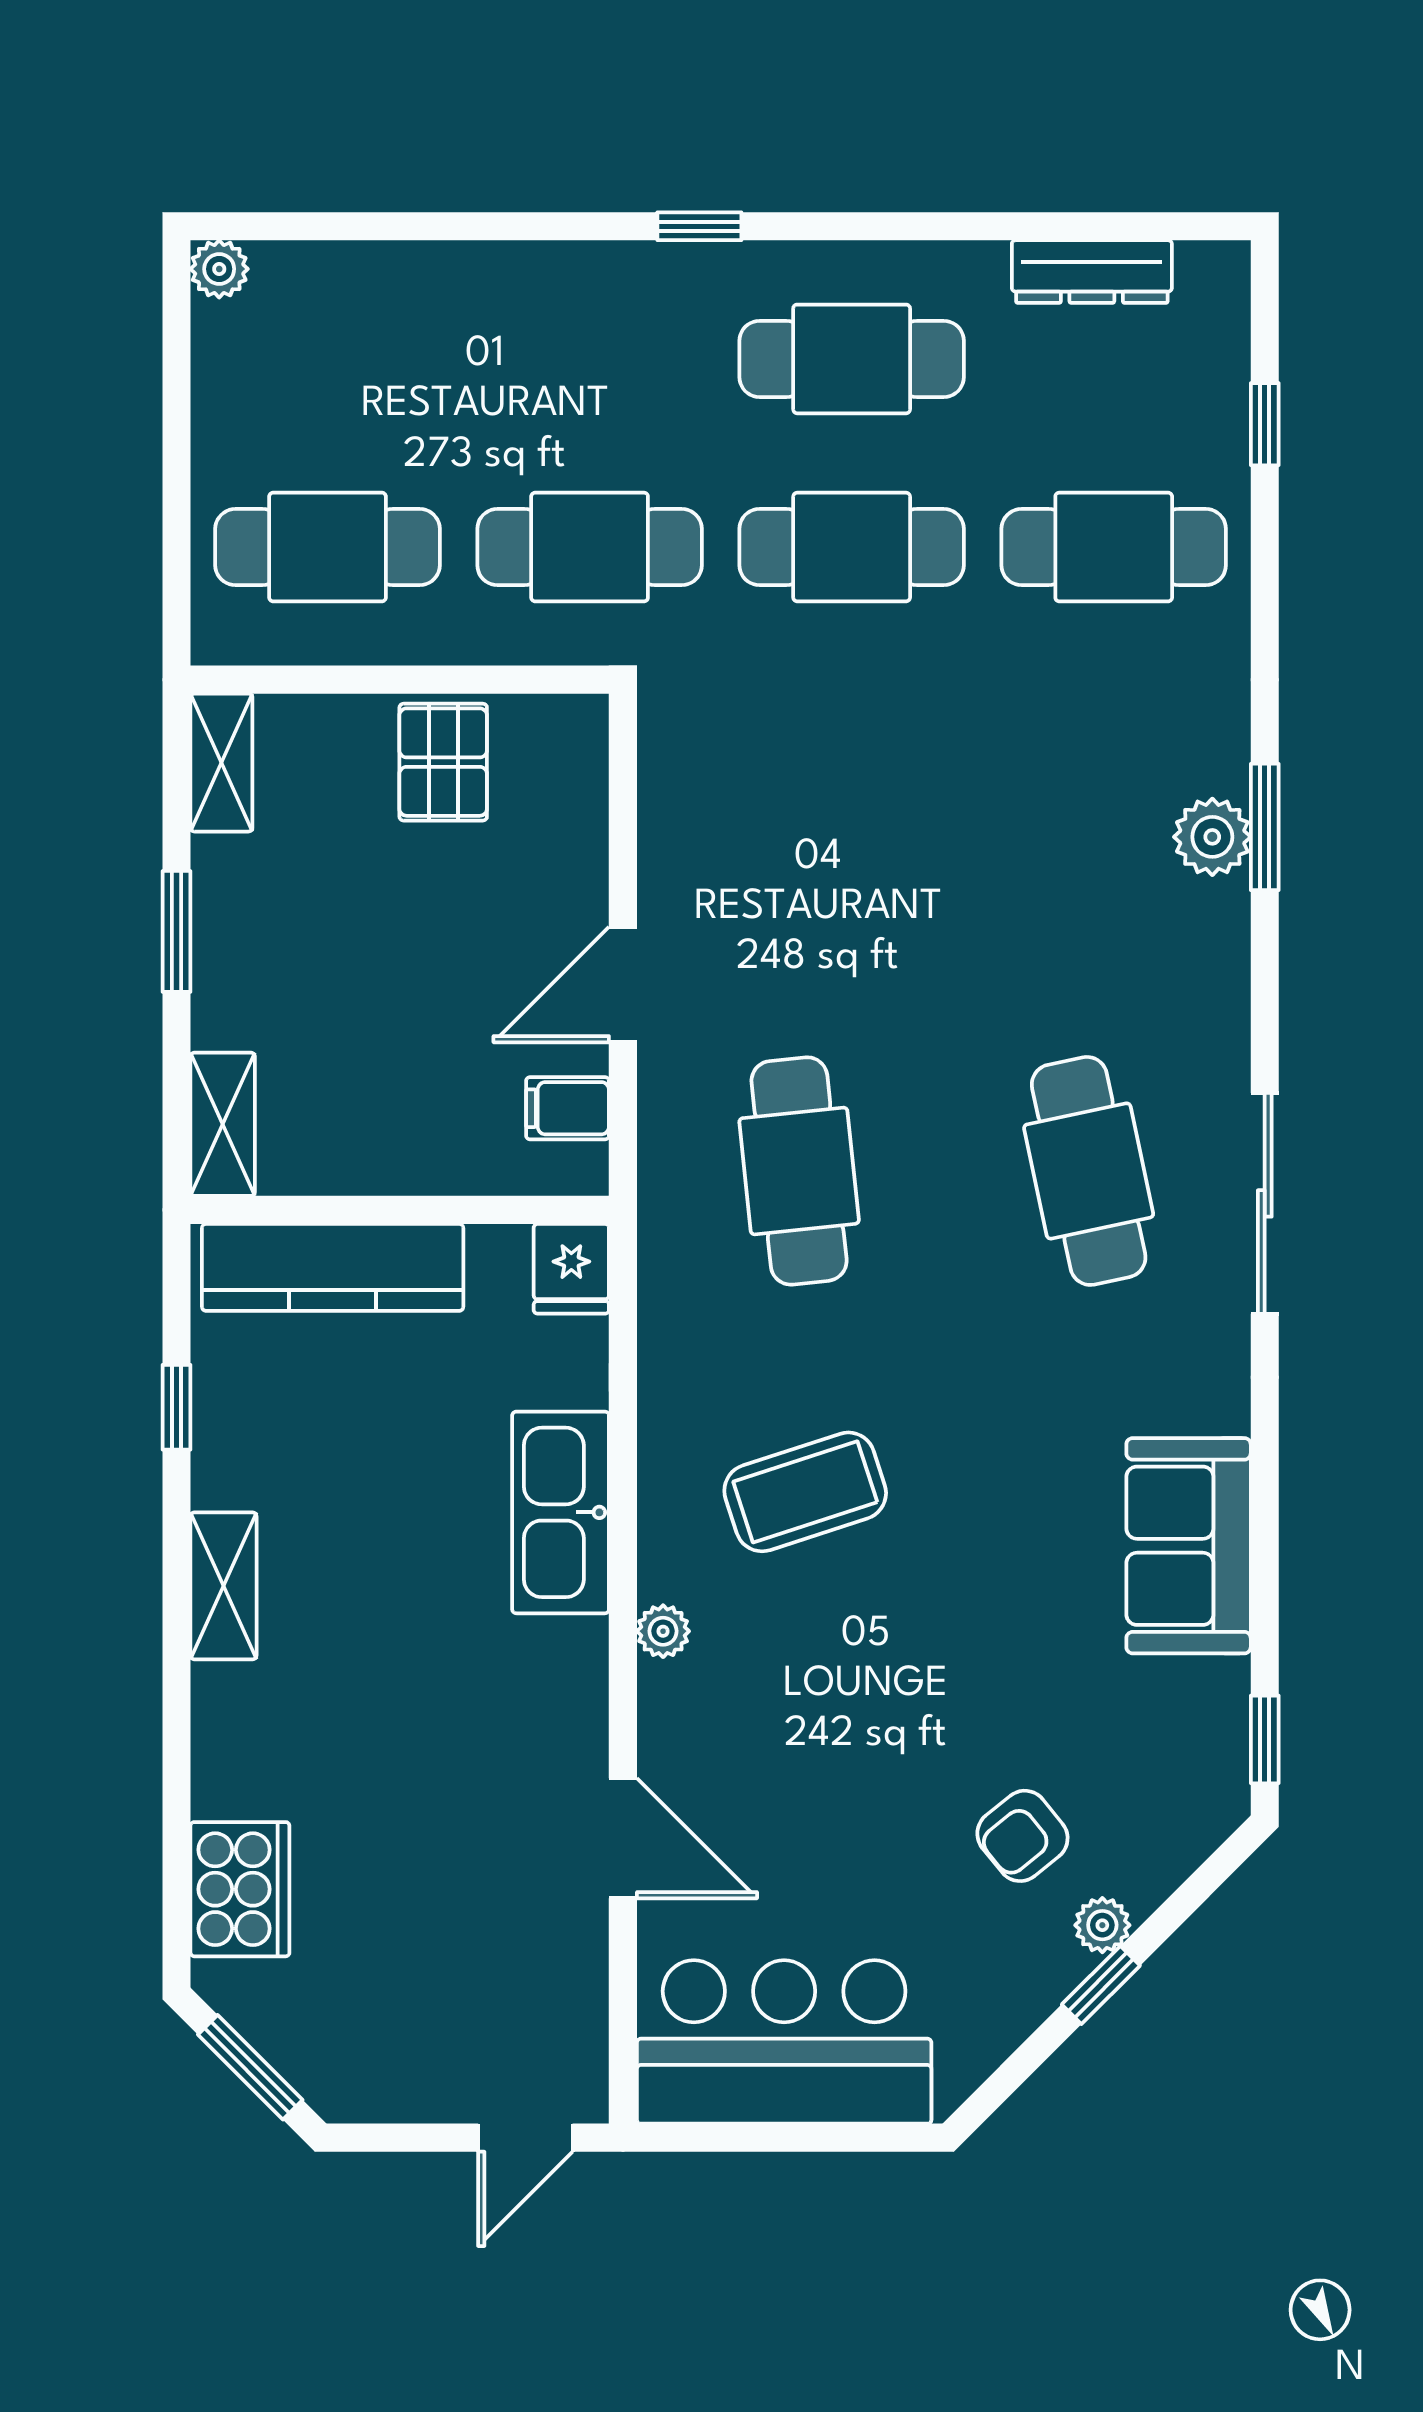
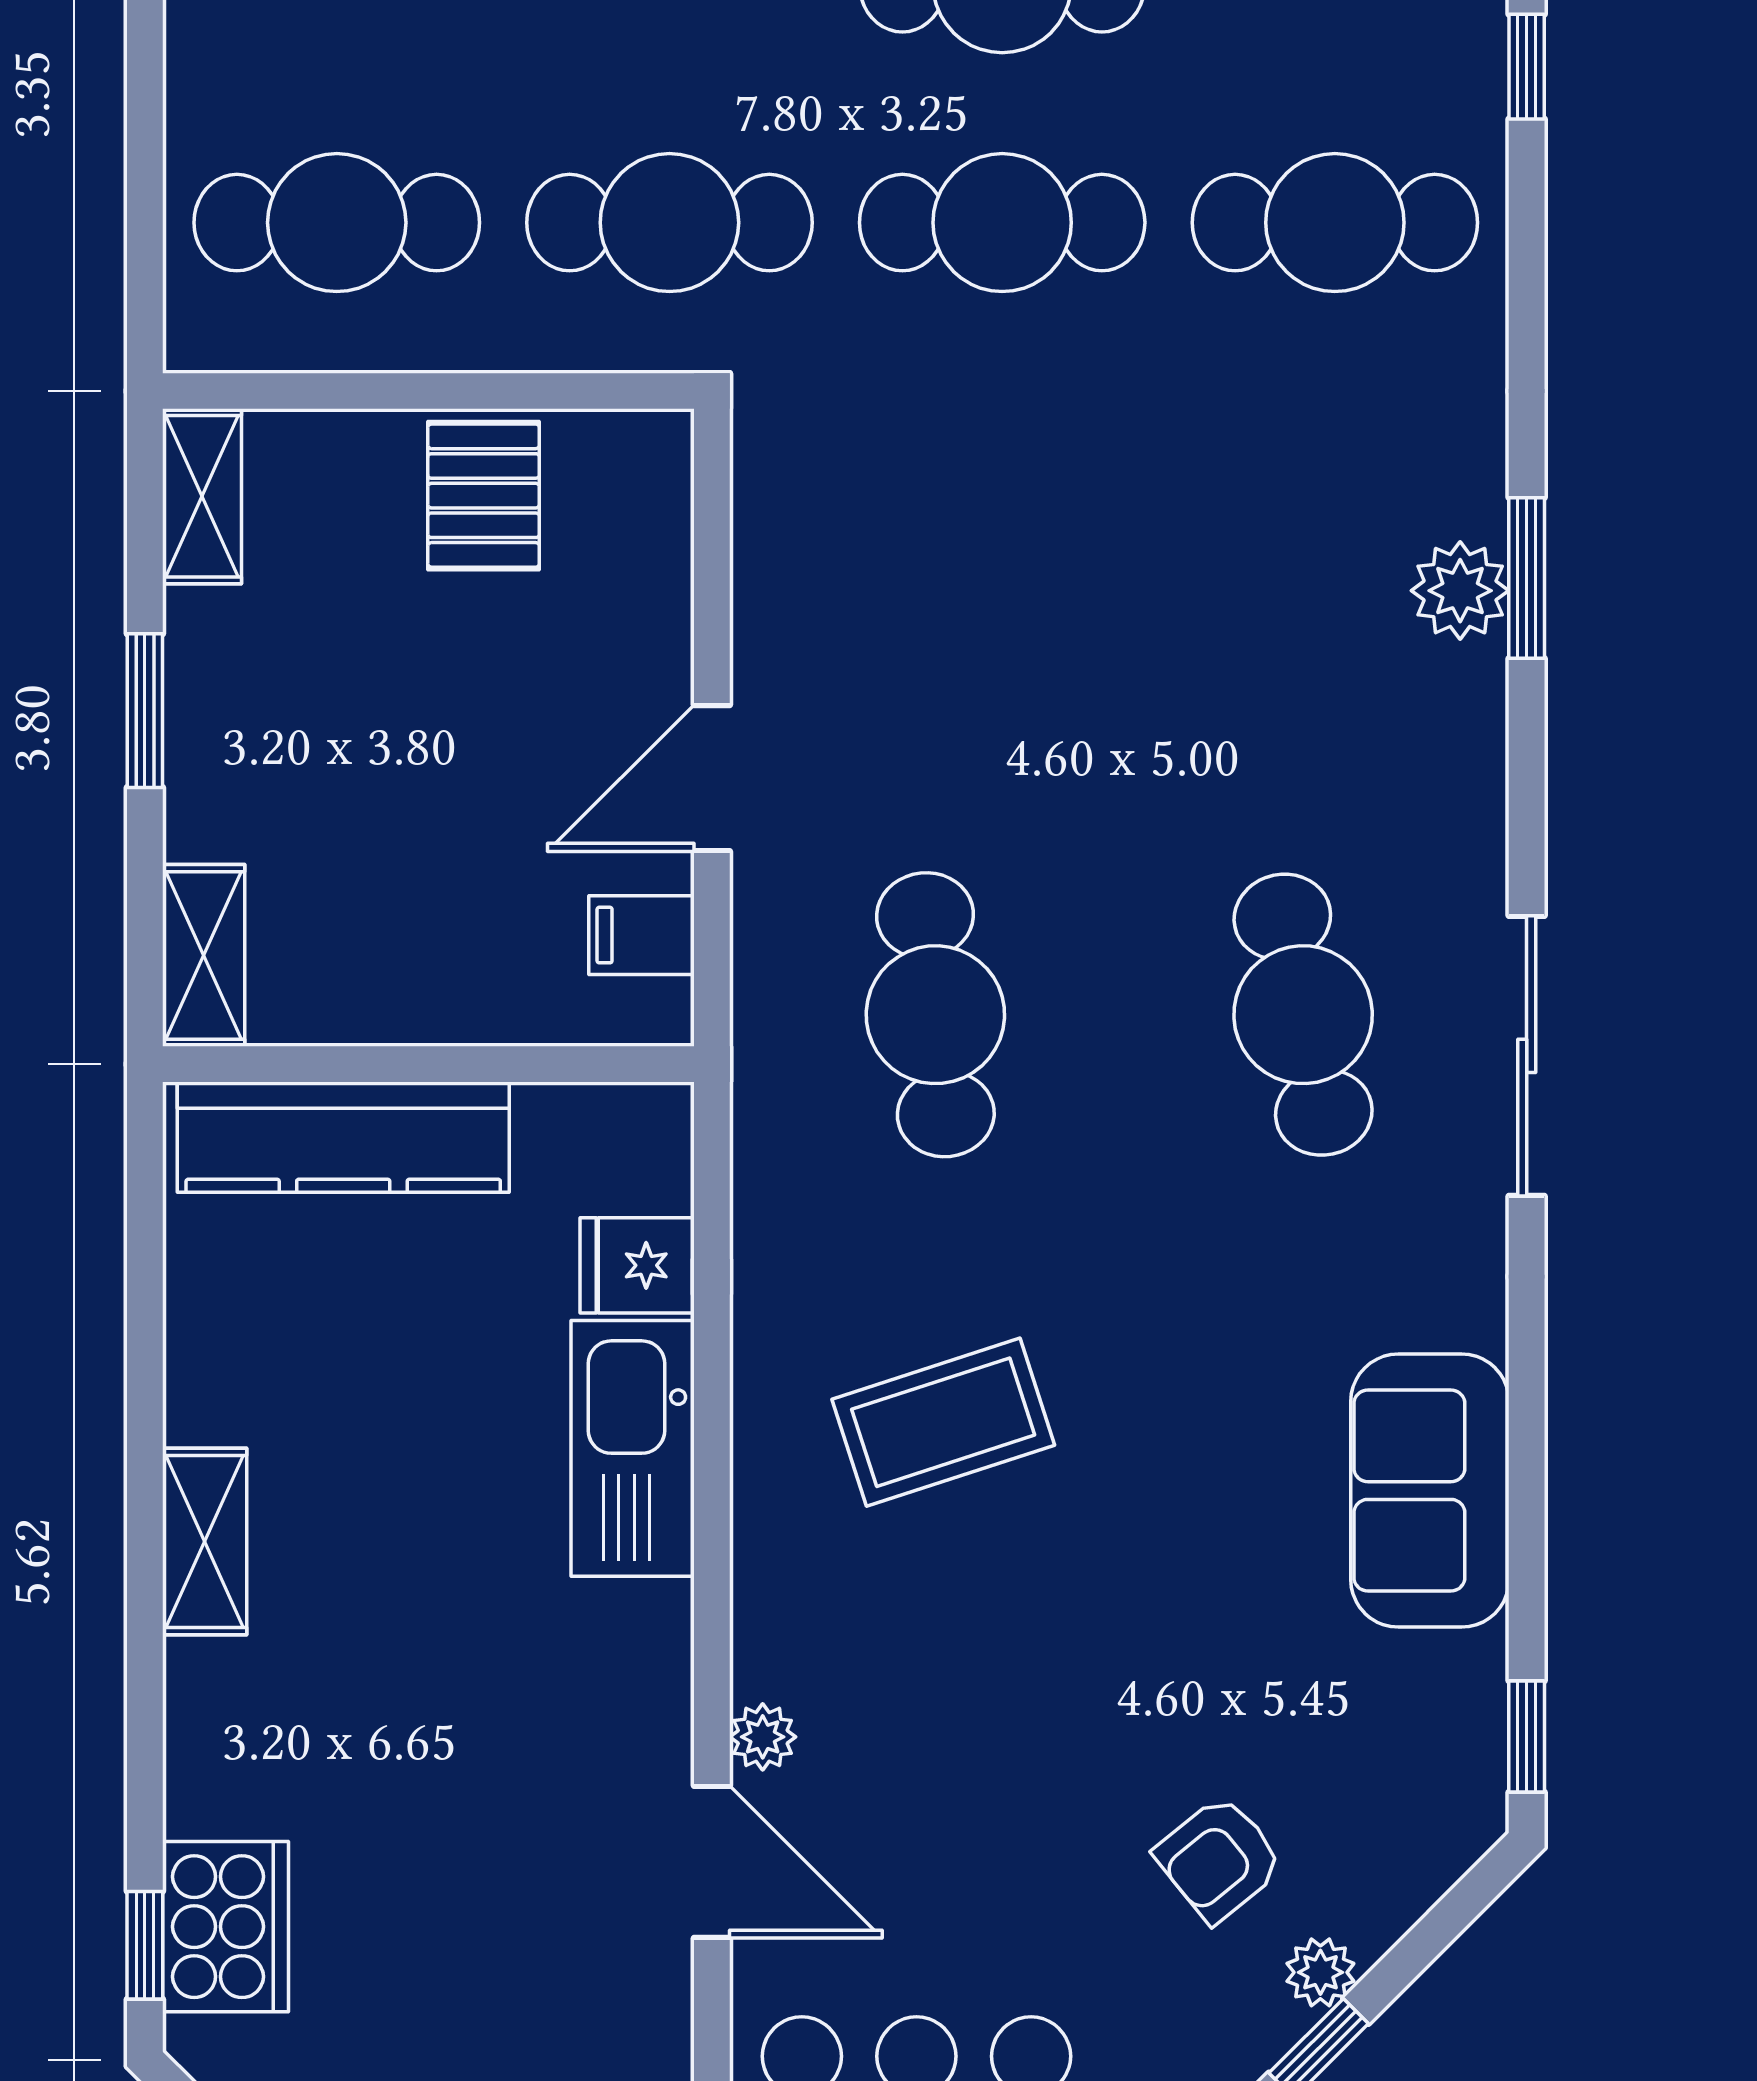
fridge: (571, 1269) -> (637, 1265), moved, turned 90
window: (176, 1407) -> (145, 1945), moved
plant: (663, 1631) -> (763, 1737), moved

